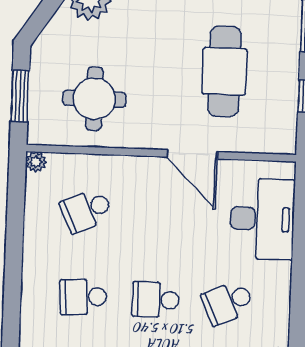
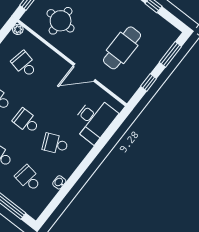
door: (192, 154) -> (84, 72), hinge flipped
school desk: (87, 210) -> (24, 64), turned 36

